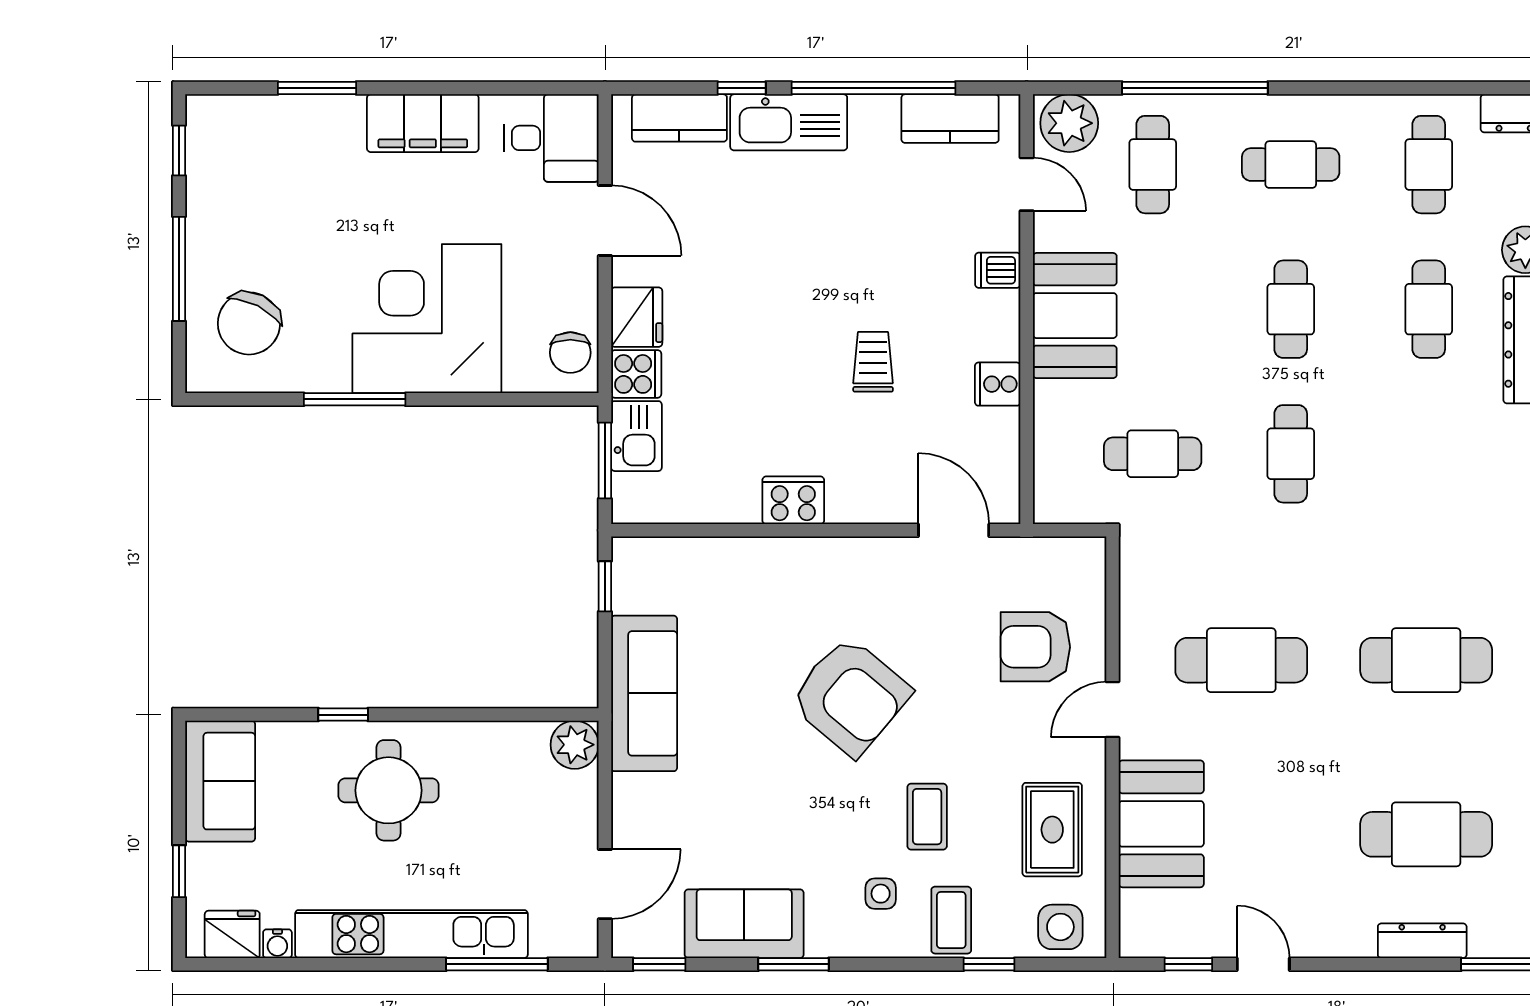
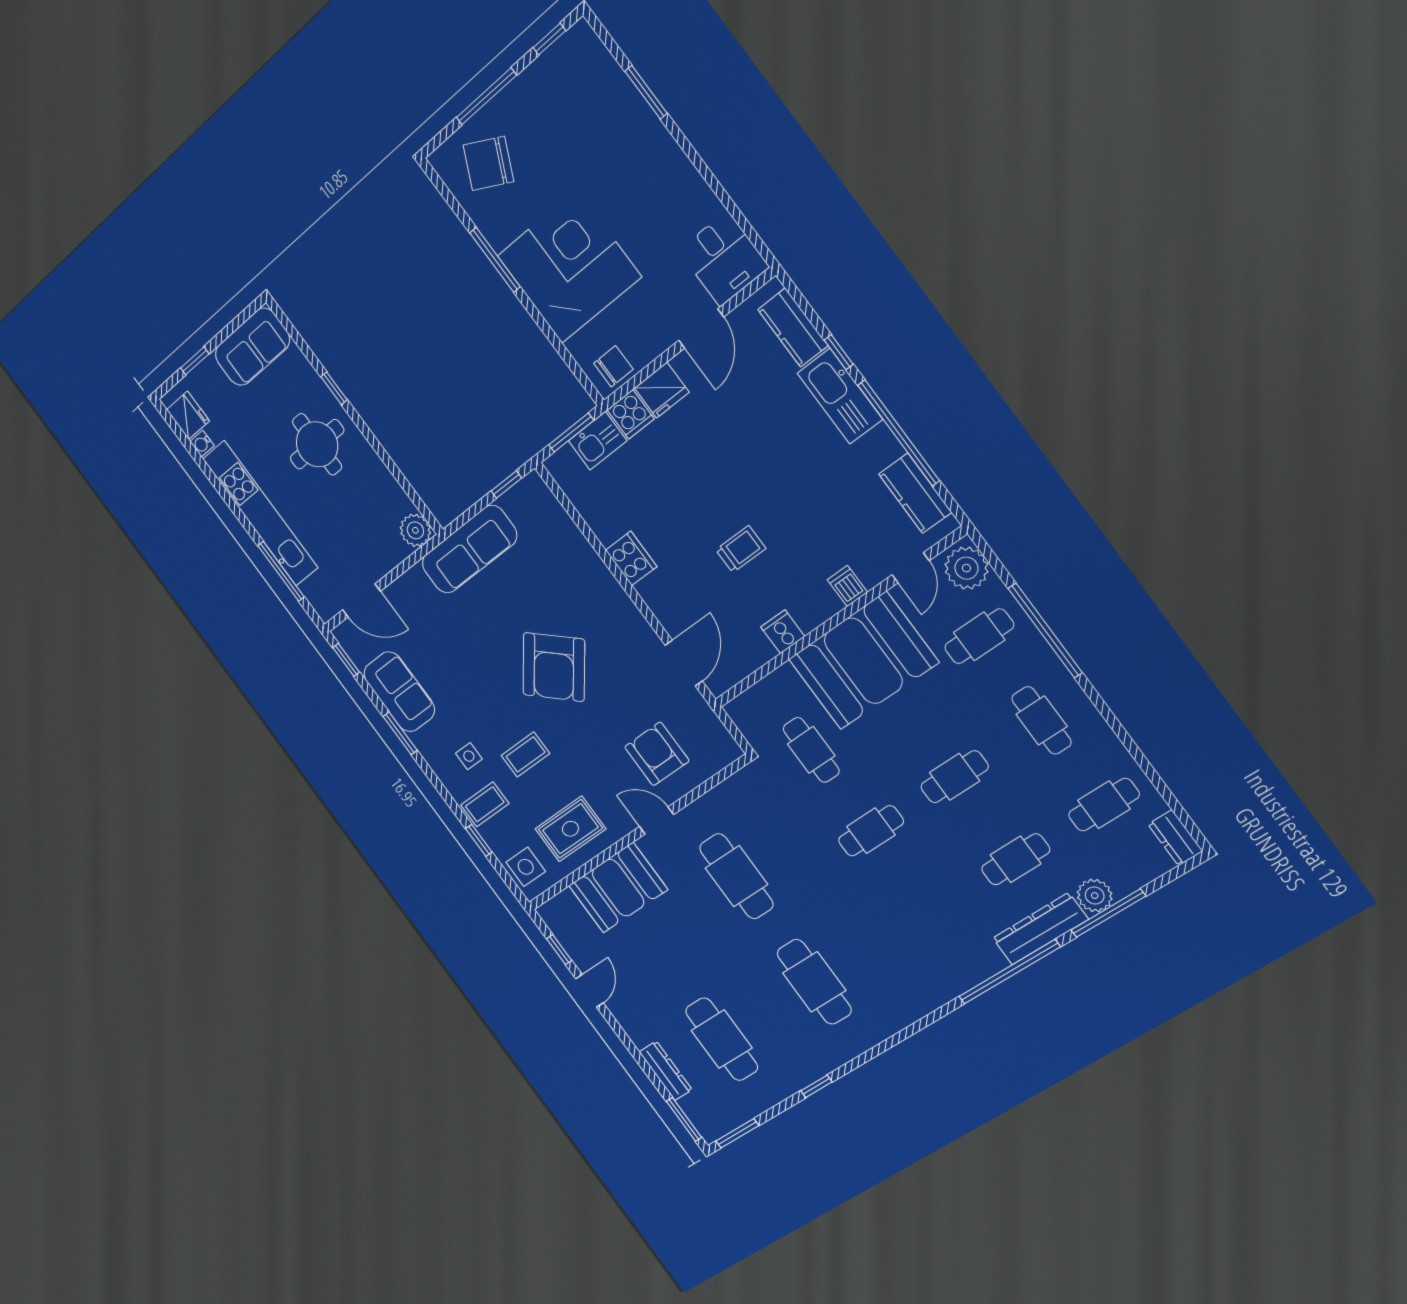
filing cabinet: (423, 123) -> (674, 174), removed
booth: (1075, 316) -> (863, 661), width x1.36, depth x1.42
chair: (570, 353) -> (613, 366), turned 180

